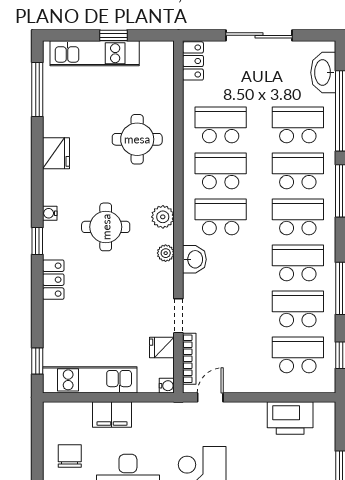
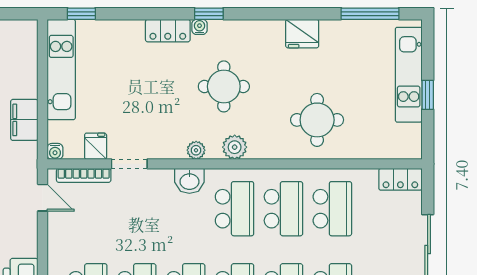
water cooler: (50, 213) -> (199, 27), moved
filing cabinet: (112, 414) -> (24, 120), moved

